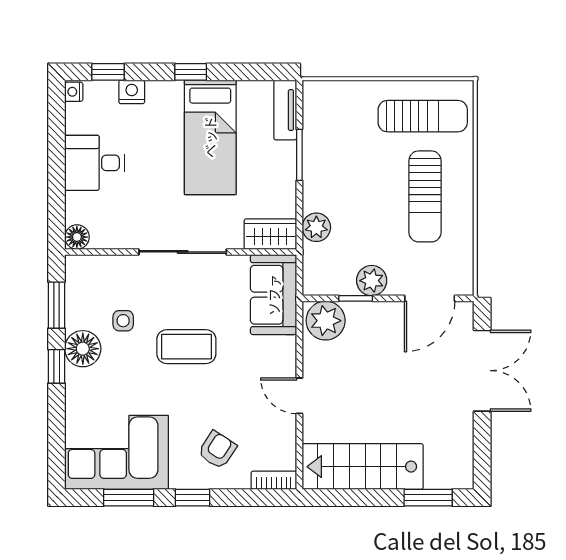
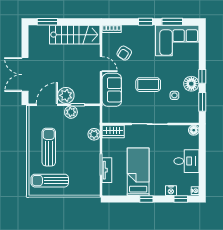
tv unit: (285, 110) -> (107, 170), moved
sofa: (274, 295) -> (112, 90), moved
plant: (326, 321) -> (66, 95), moved
armchair: (217, 450) -> (124, 53), moved

